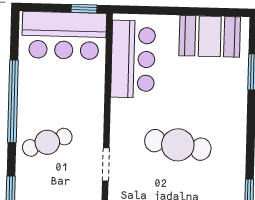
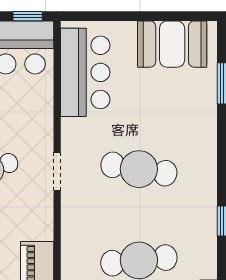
doorway: (106, 164) -> (57, 171), moved

